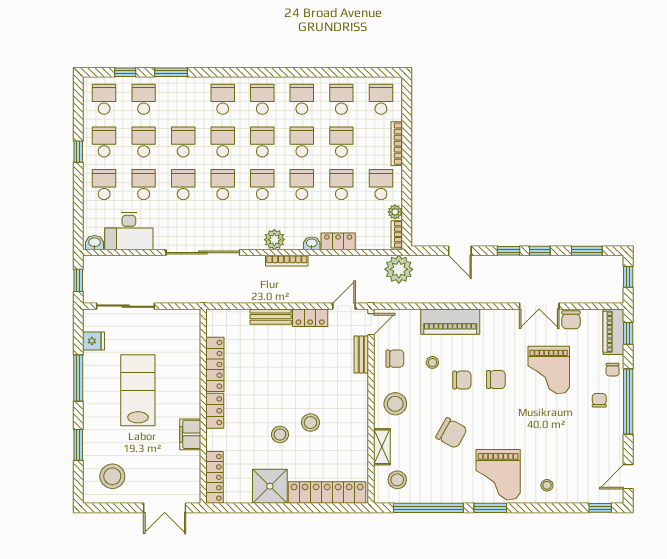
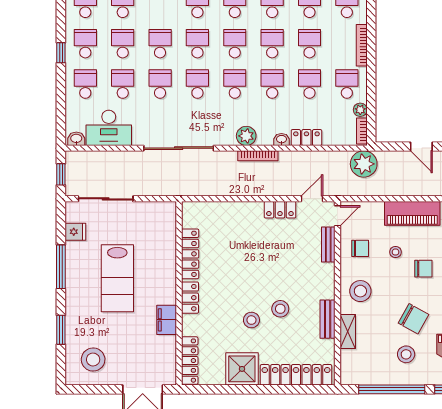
bench: (271, 317) -> (328, 319), moved, turned 90
lab bench: (138, 390) -> (117, 278), turned 180
stool: (397, 480) -> (406, 354), moved

